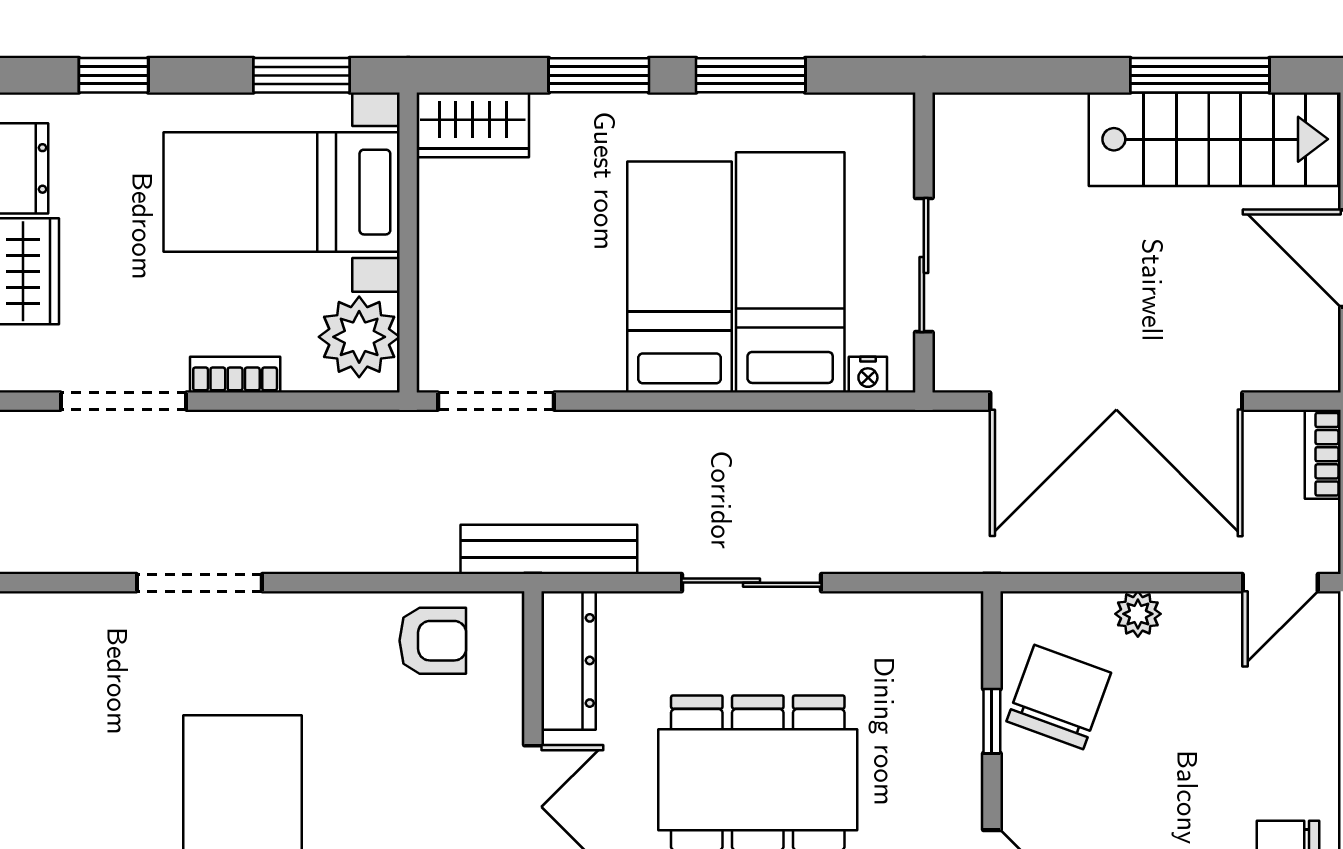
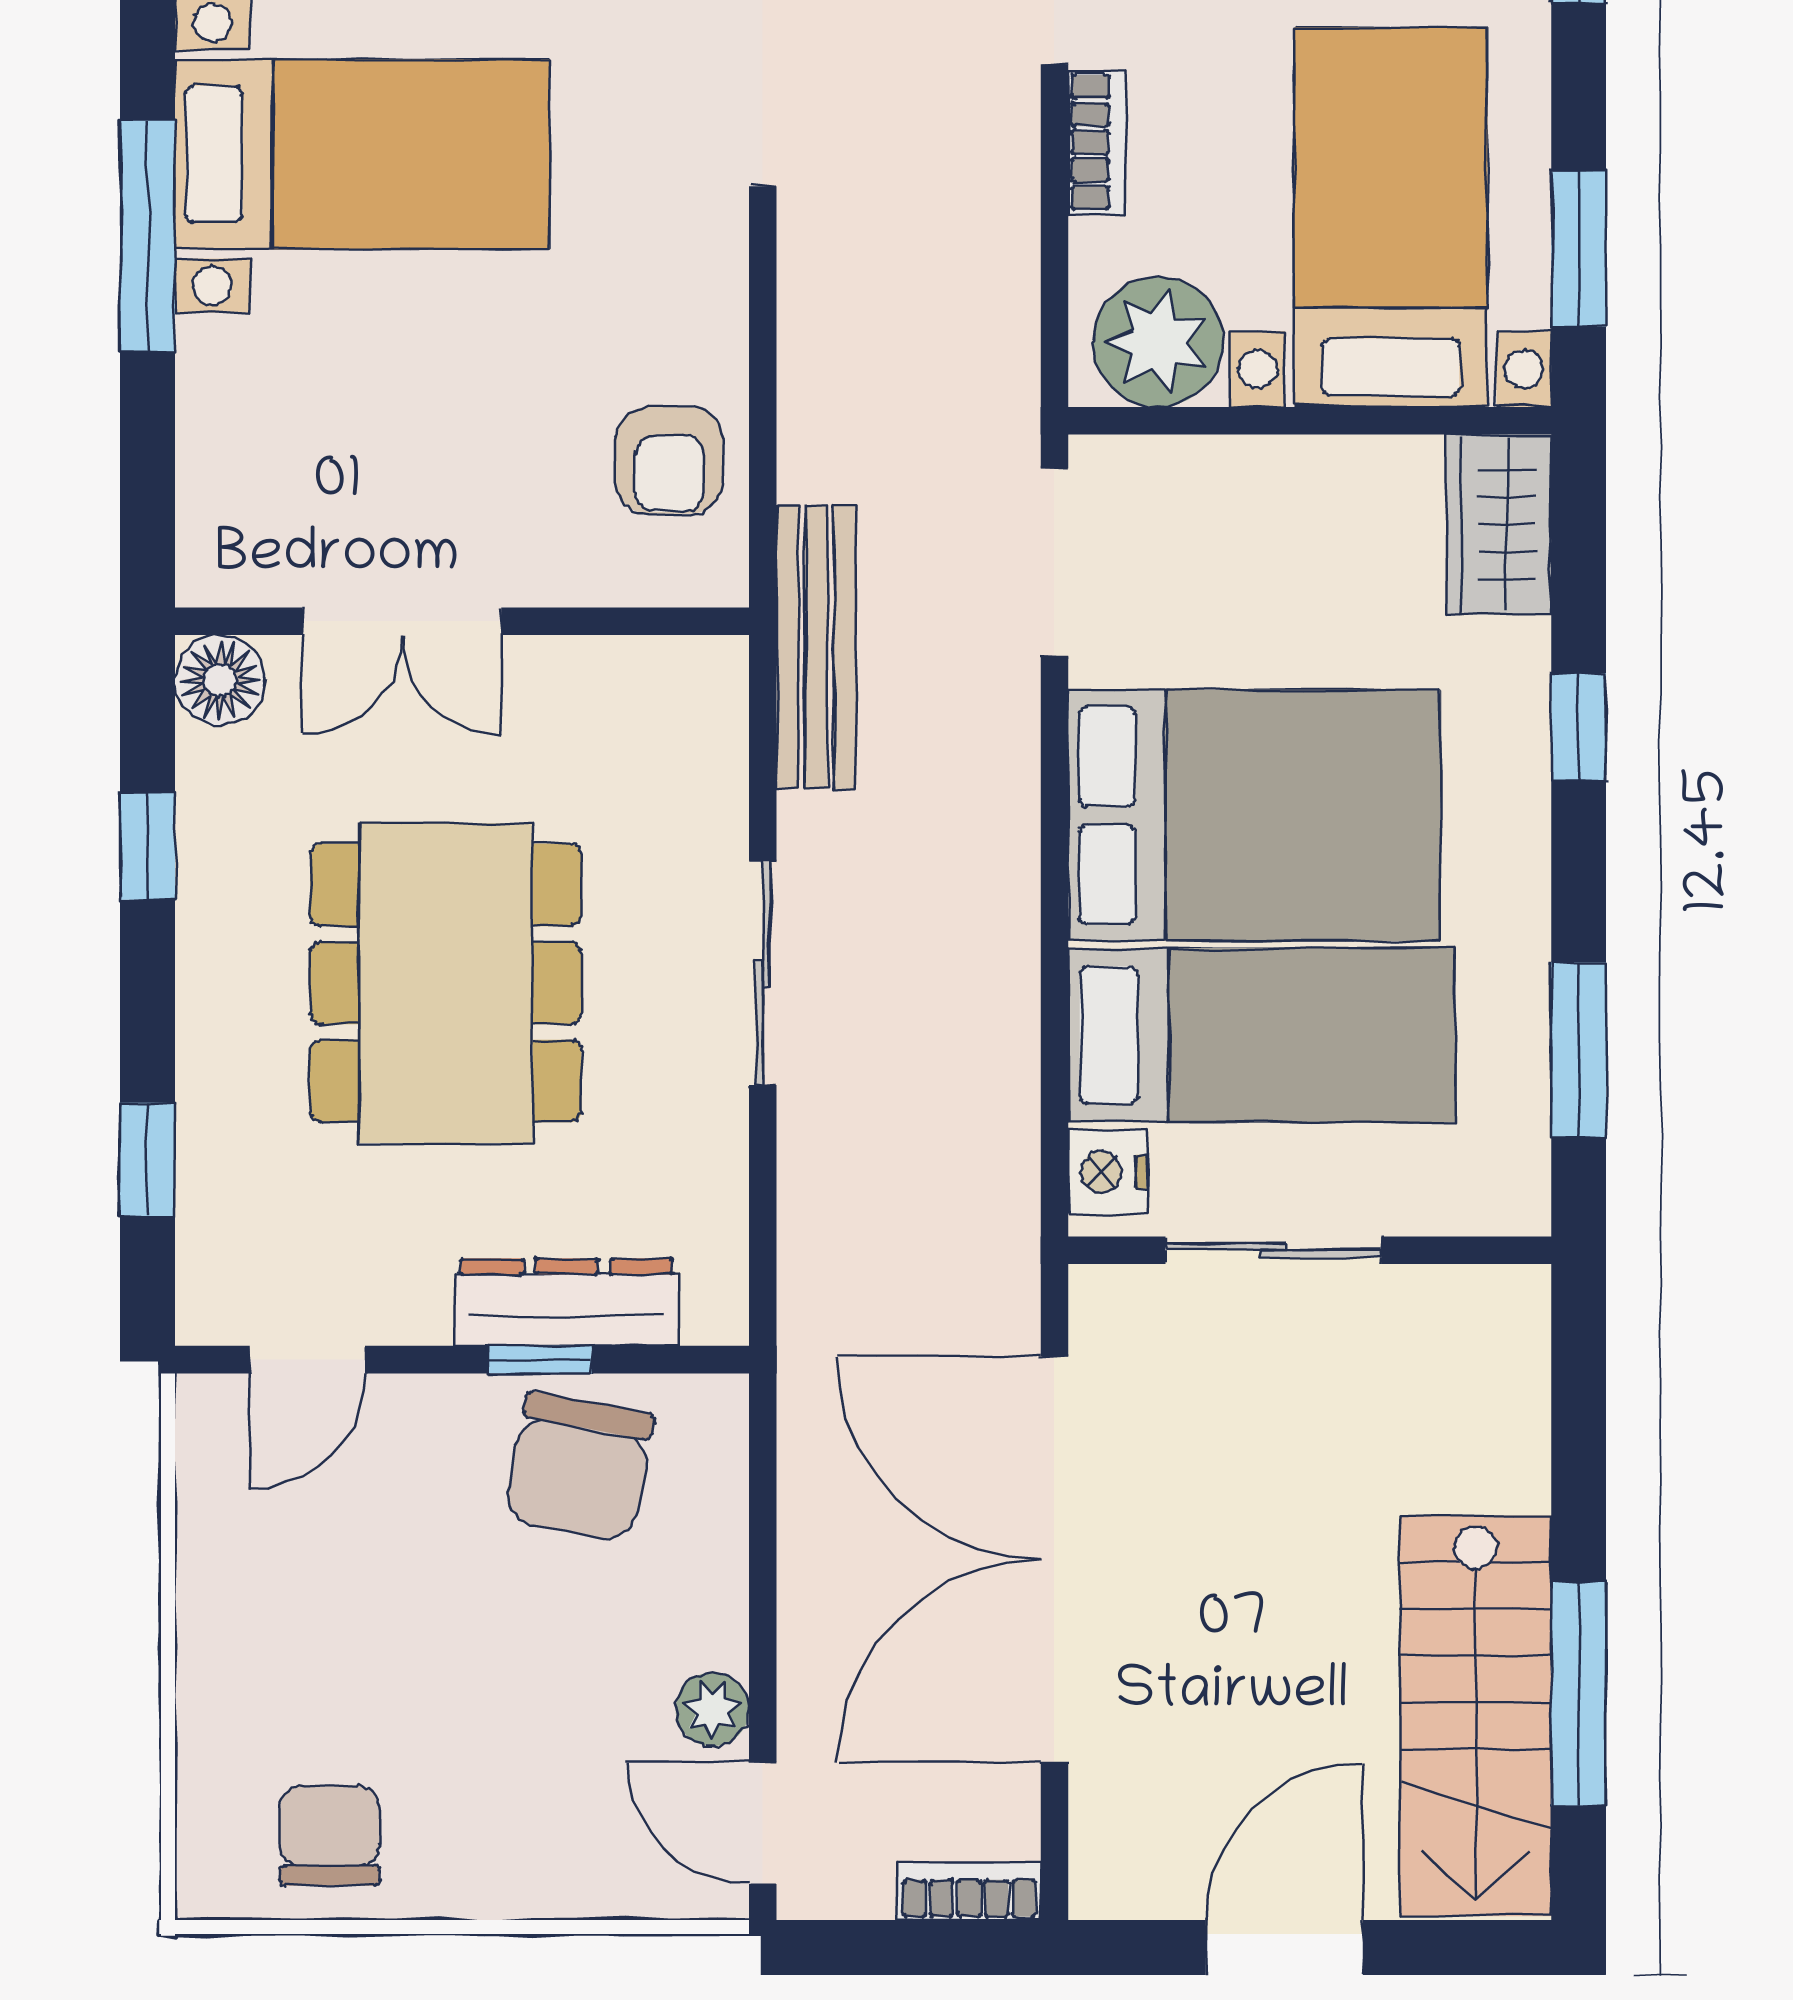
window: (599, 75) -> (1579, 727), width x0.67
window: (751, 75) -> (1579, 1050), moved
bed: (680, 277) -> (1254, 815), width x1.50
nightstand: (868, 375) -> (1107, 1172), width x1.39, depth x1.35
plant: (1138, 614) -> (712, 1709), moved
dresser: (569, 660) -> (567, 1302), moved, turned 180
chair: (1059, 697) -> (579, 1467), turned 81

